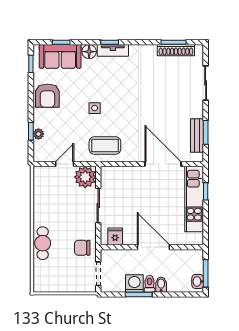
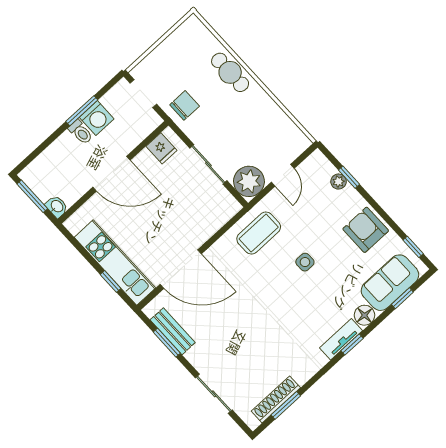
washbasin: (198, 281) -> (57, 206), moved
bidet: (161, 285) -> (68, 142), removed

